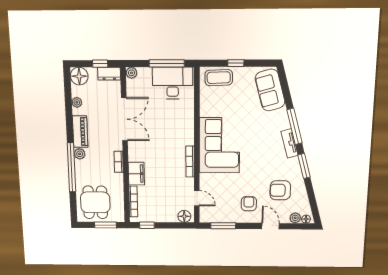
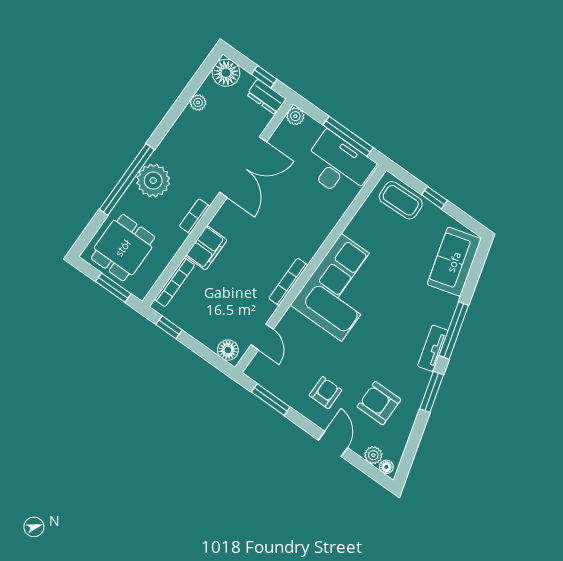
piano: (80, 132) -> (174, 142), removed
plant: (80, 154) -> (153, 181), width x1.88, depth x1.88

